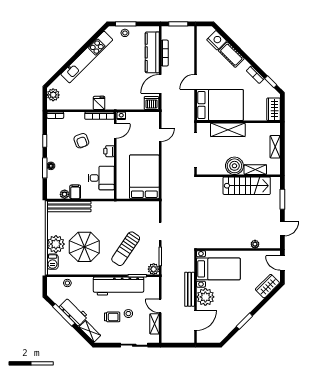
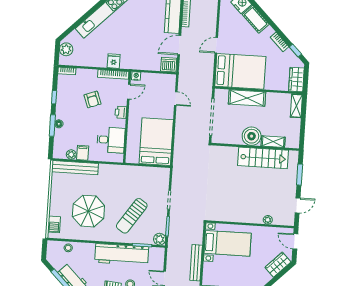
door: (160, 135) -> (176, 99), hinge flipped
shelving: (275, 147) -> (296, 106), moved
plant: (56, 244) -> (59, 206), removed
plant: (205, 297) -> (212, 272), removed

